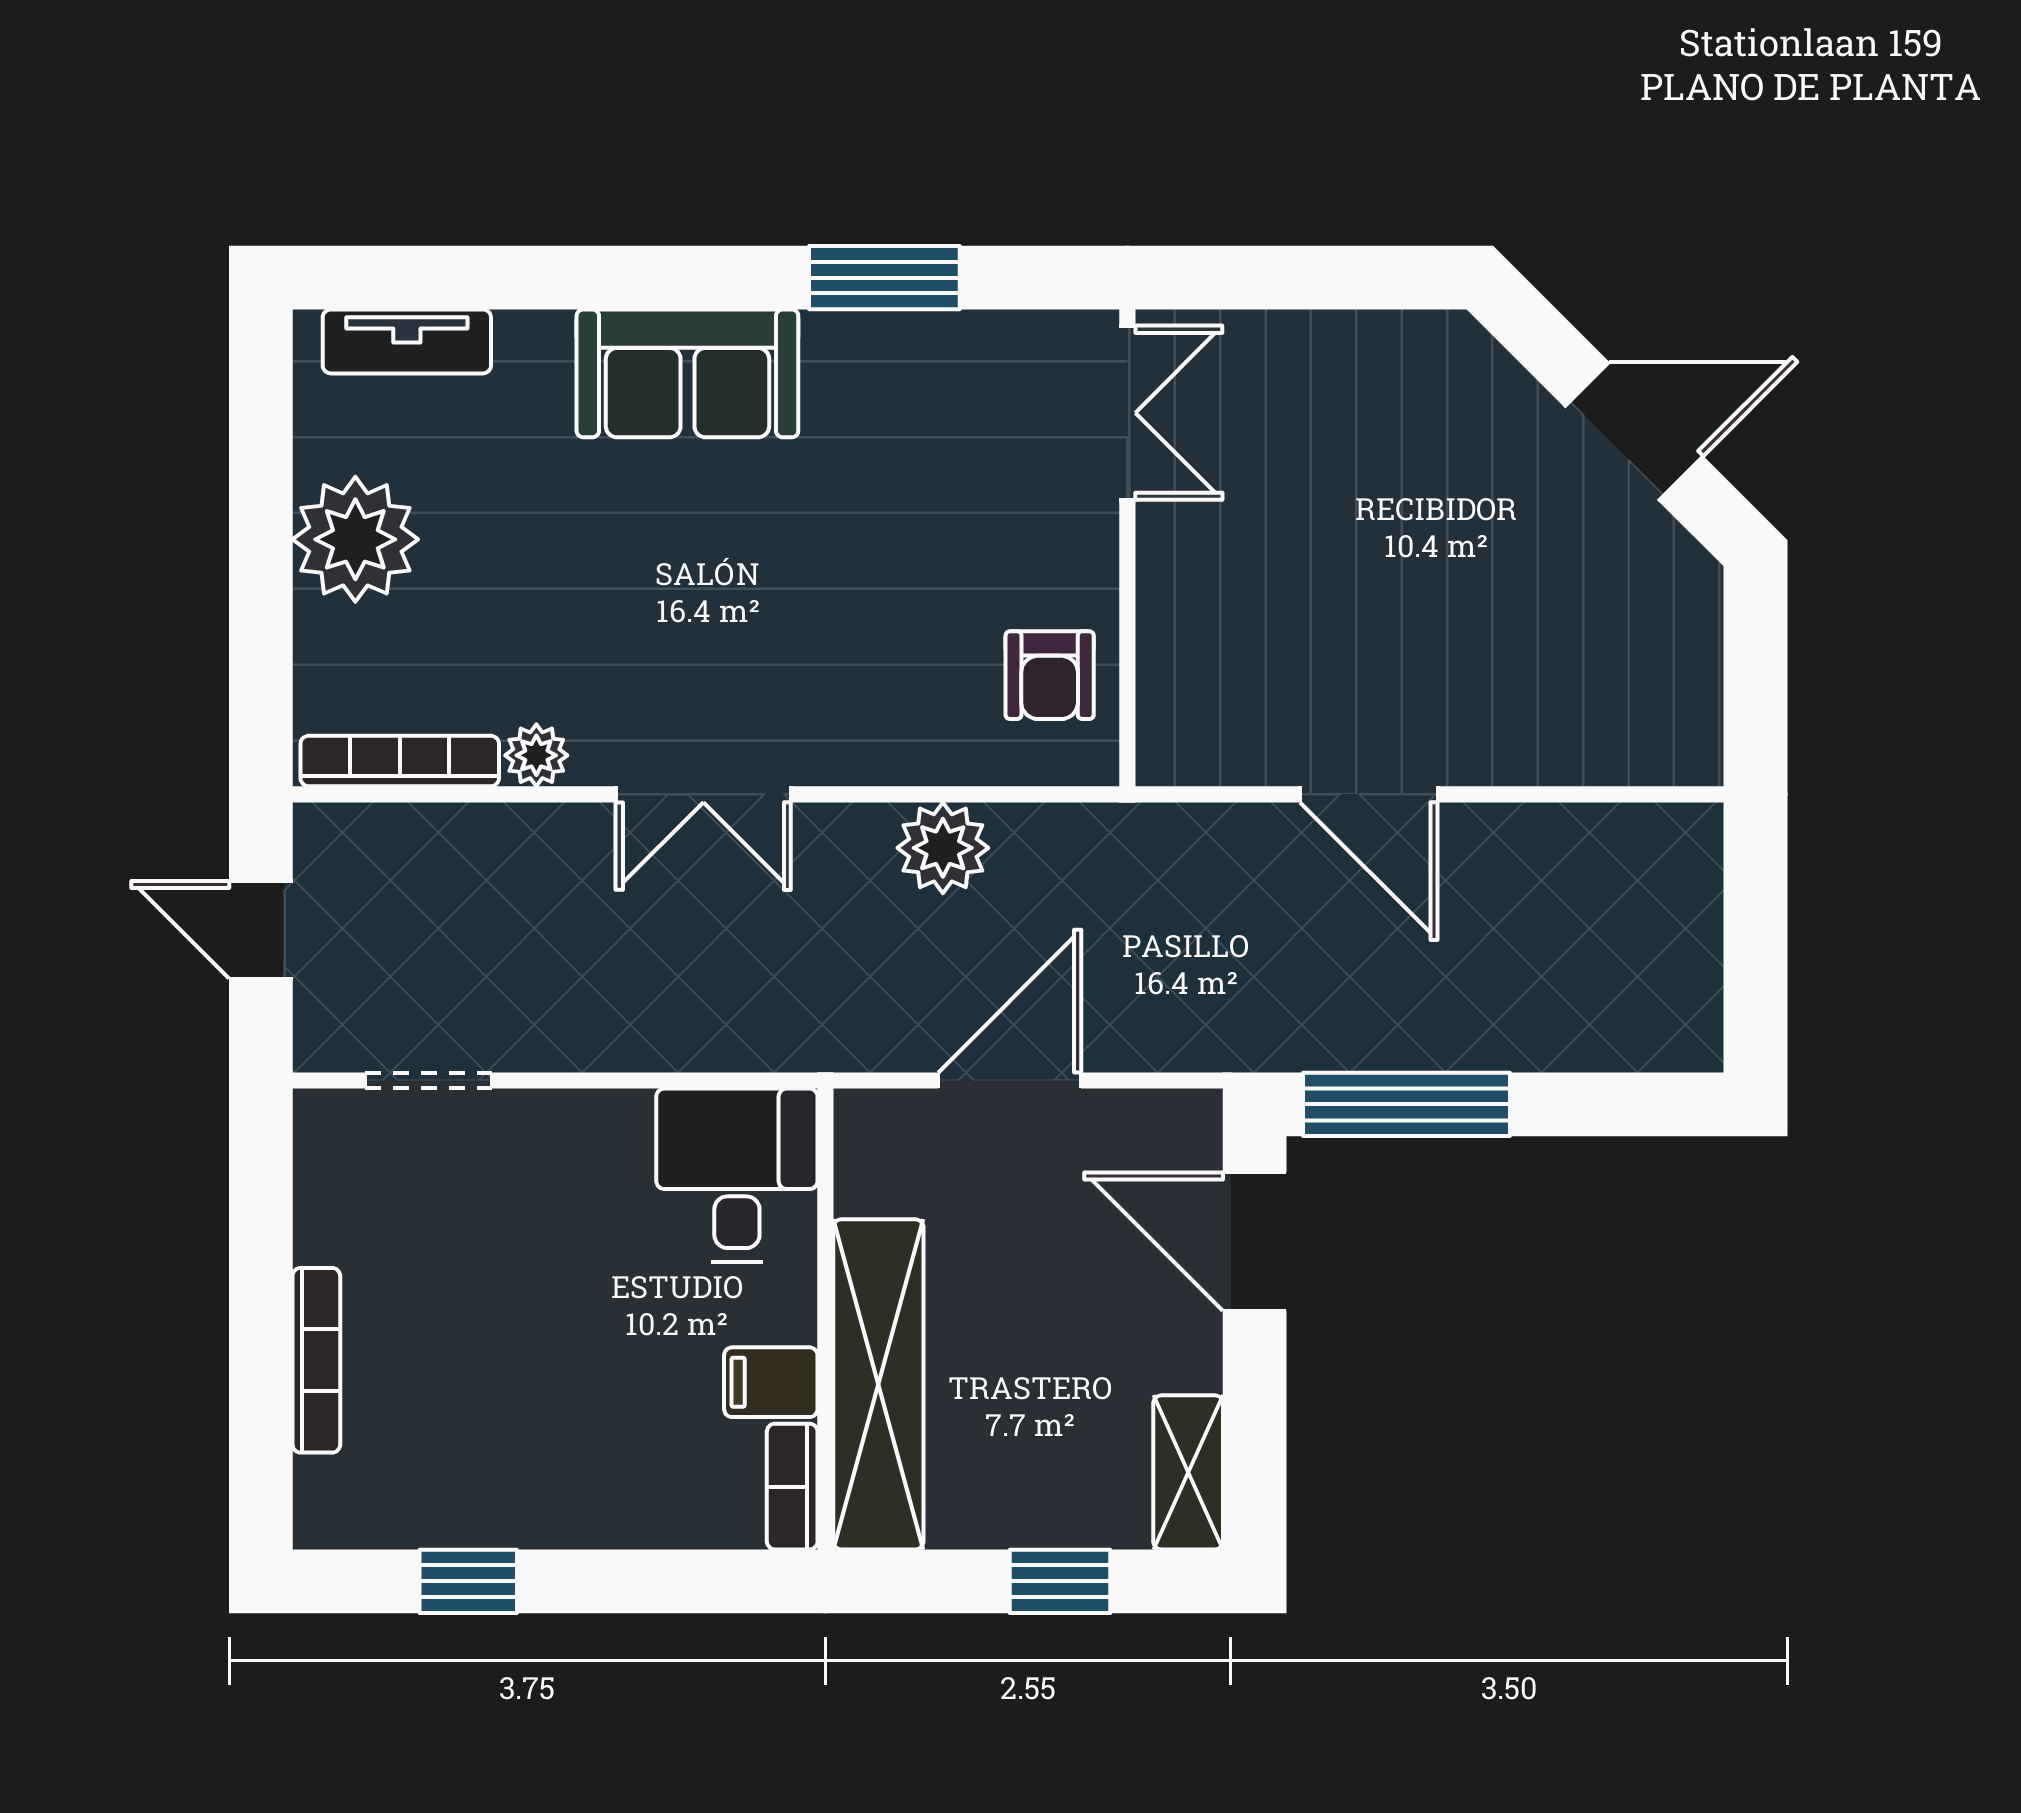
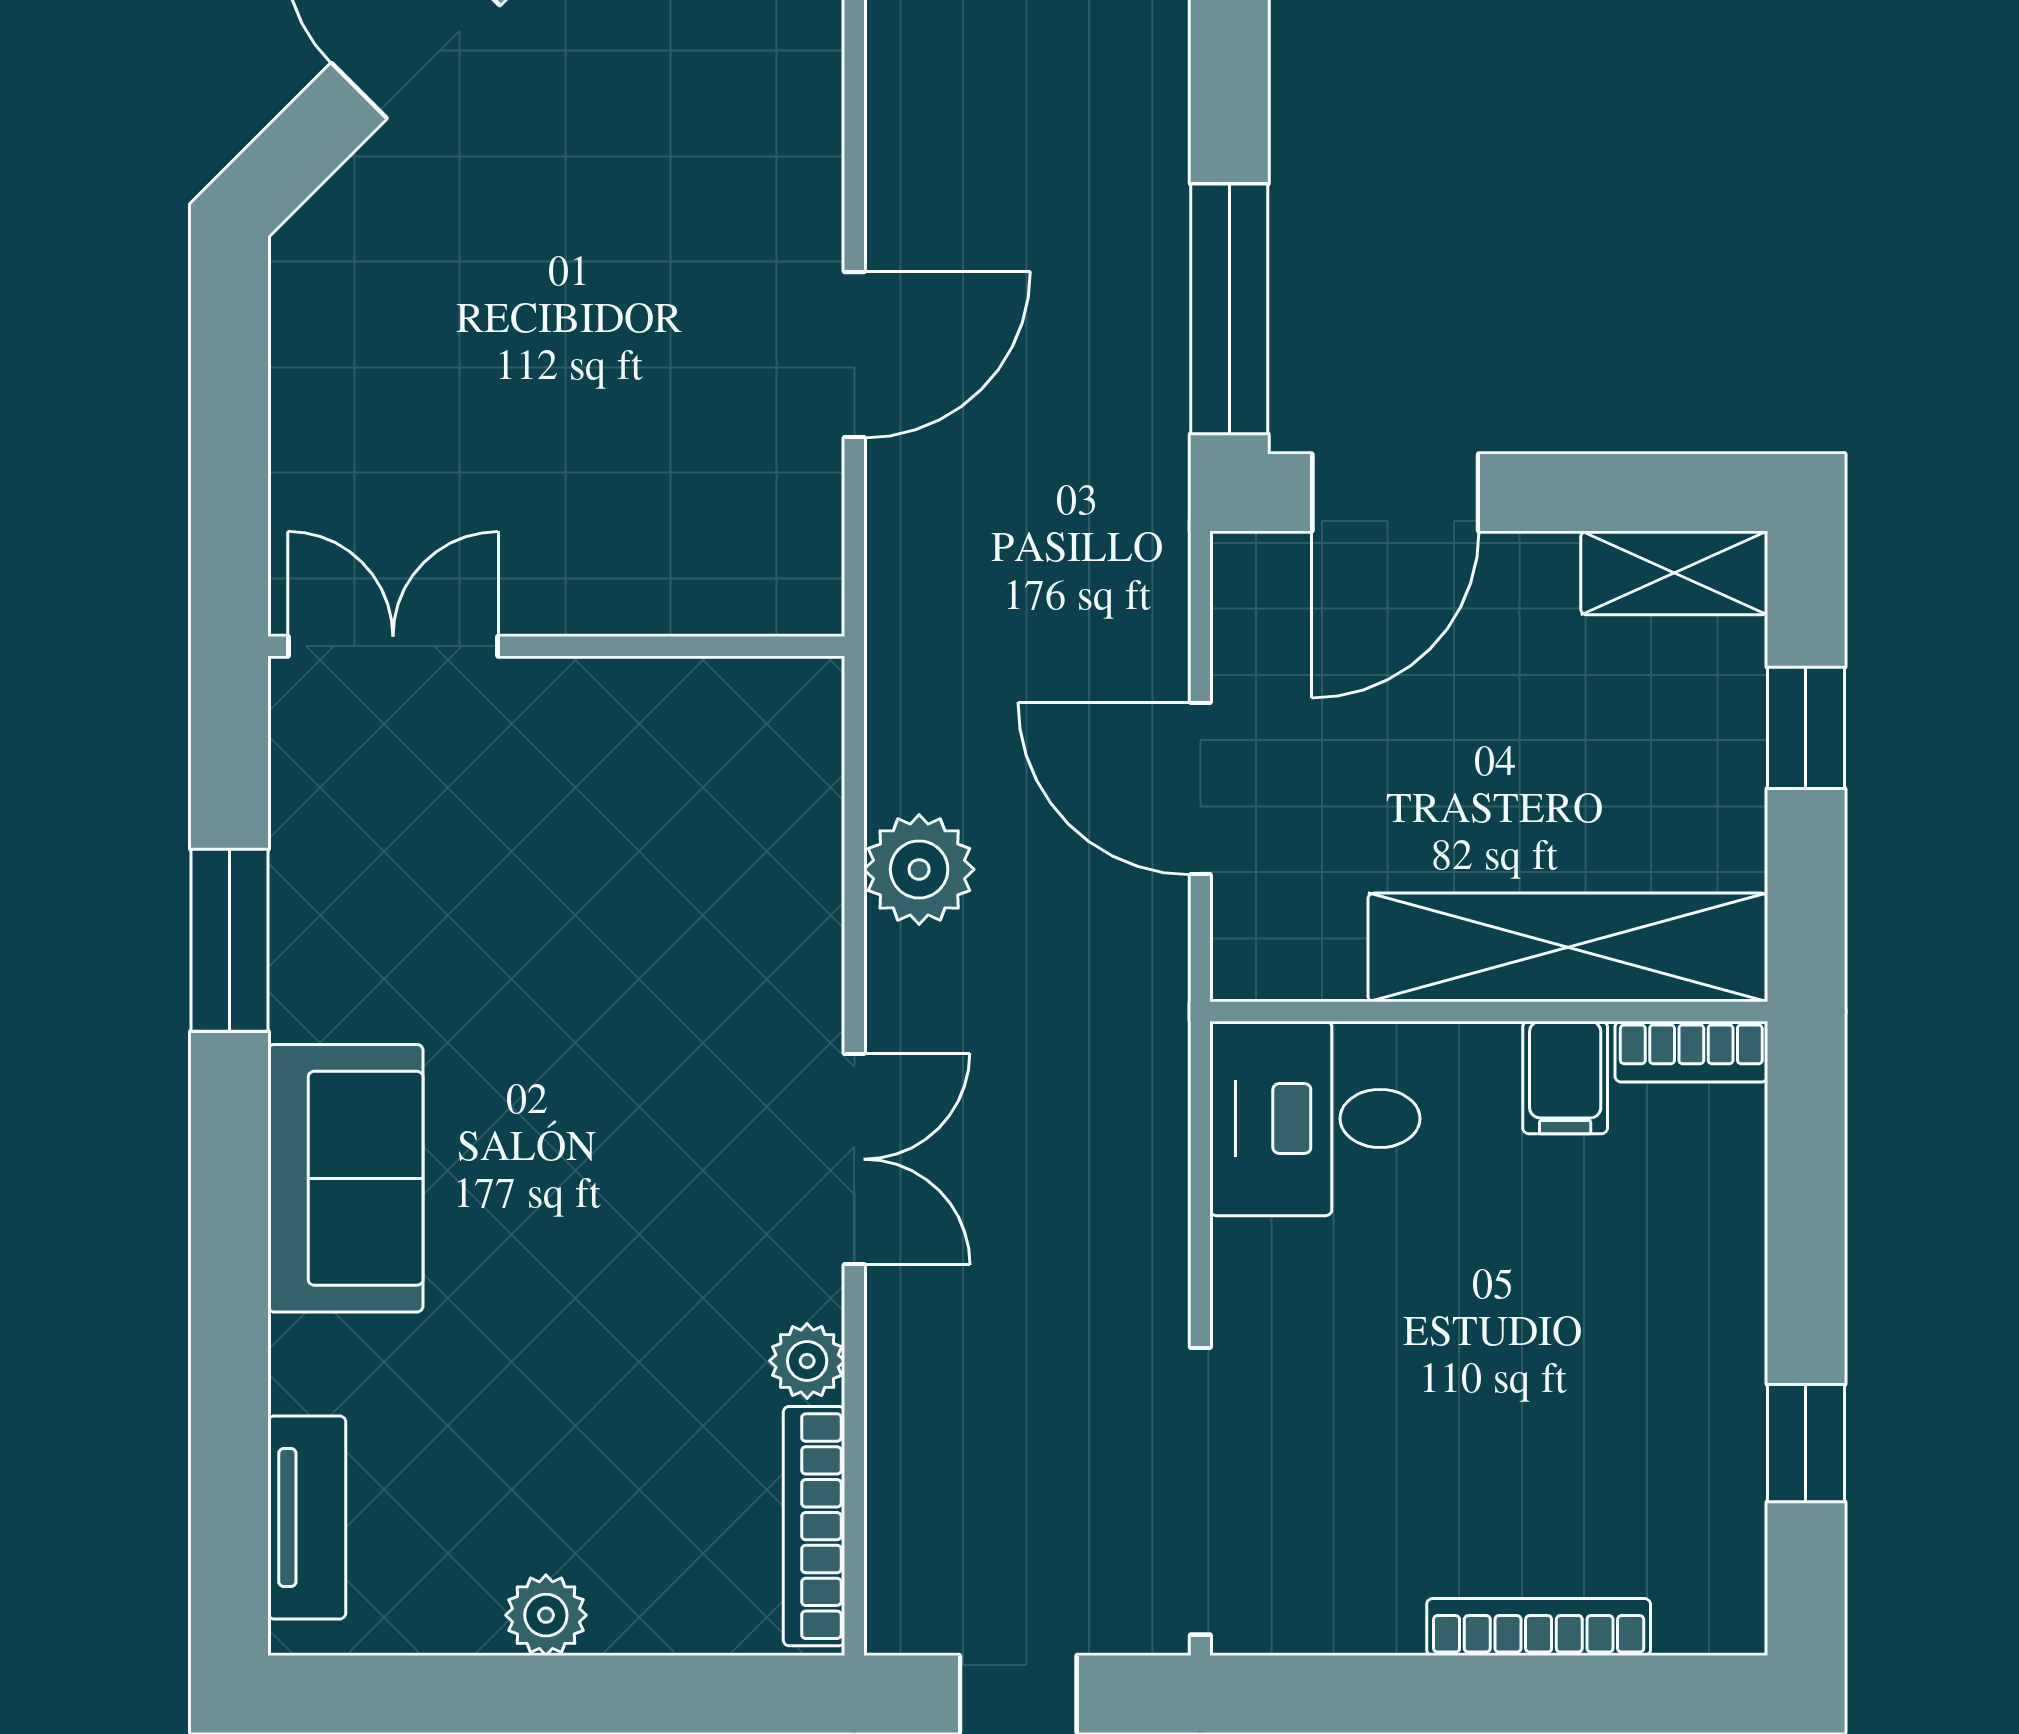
plant: (355, 539) -> (546, 1615), width x0.53, depth x0.53
armchair: (1050, 675) -> (710, 740), removed
doorway: (429, 1081) -> (1200, 1491), width x1.88

